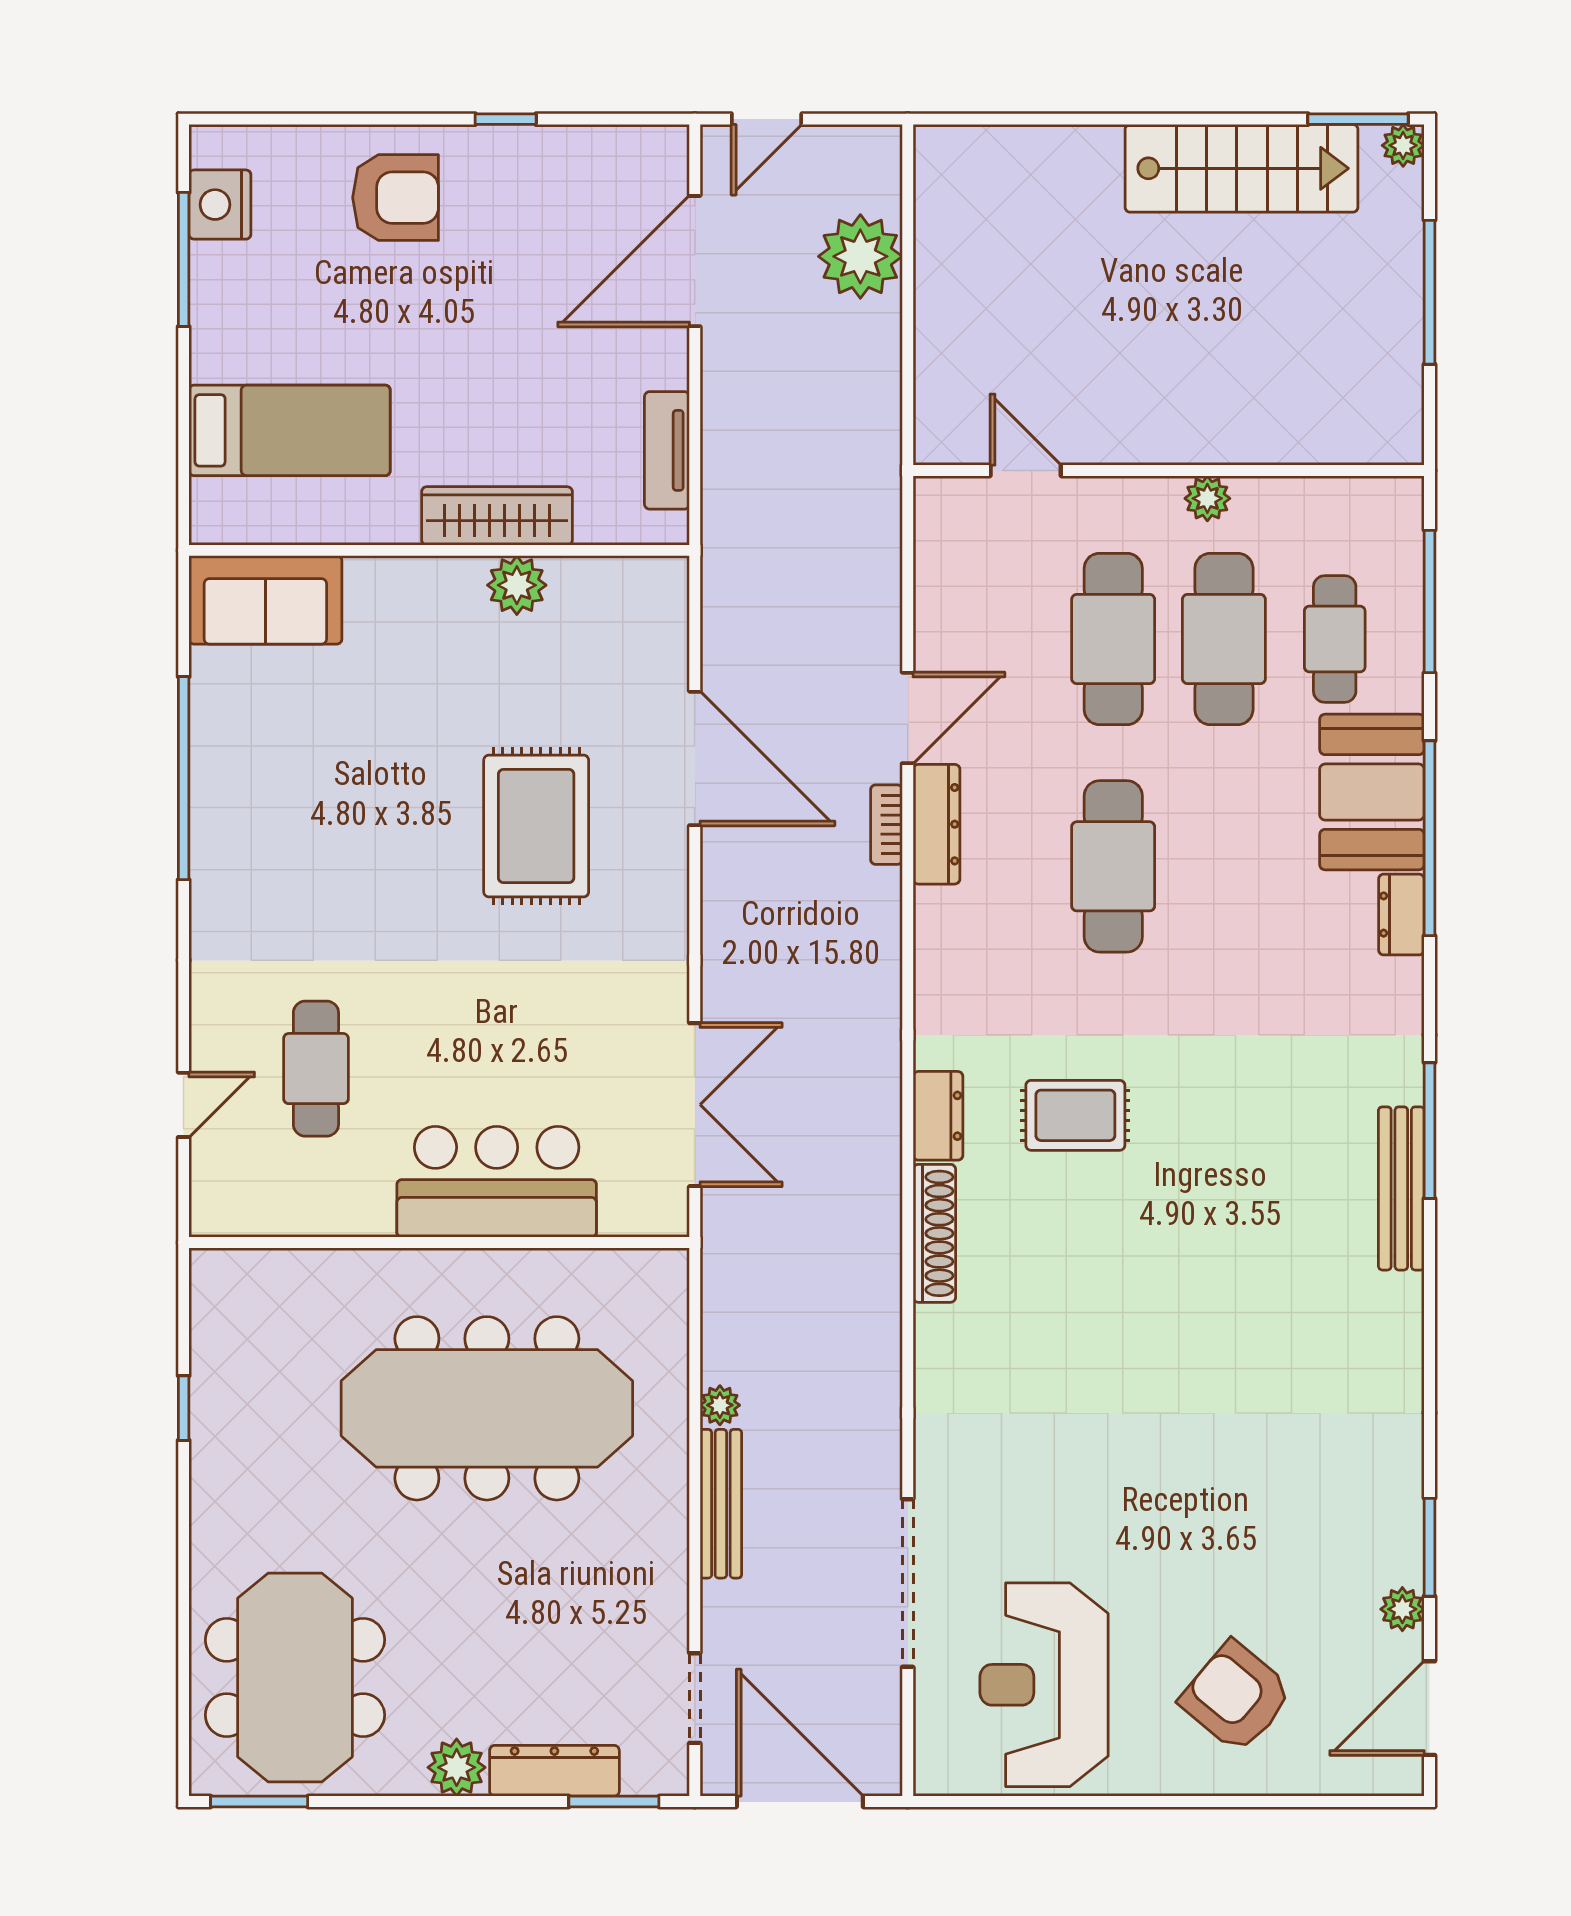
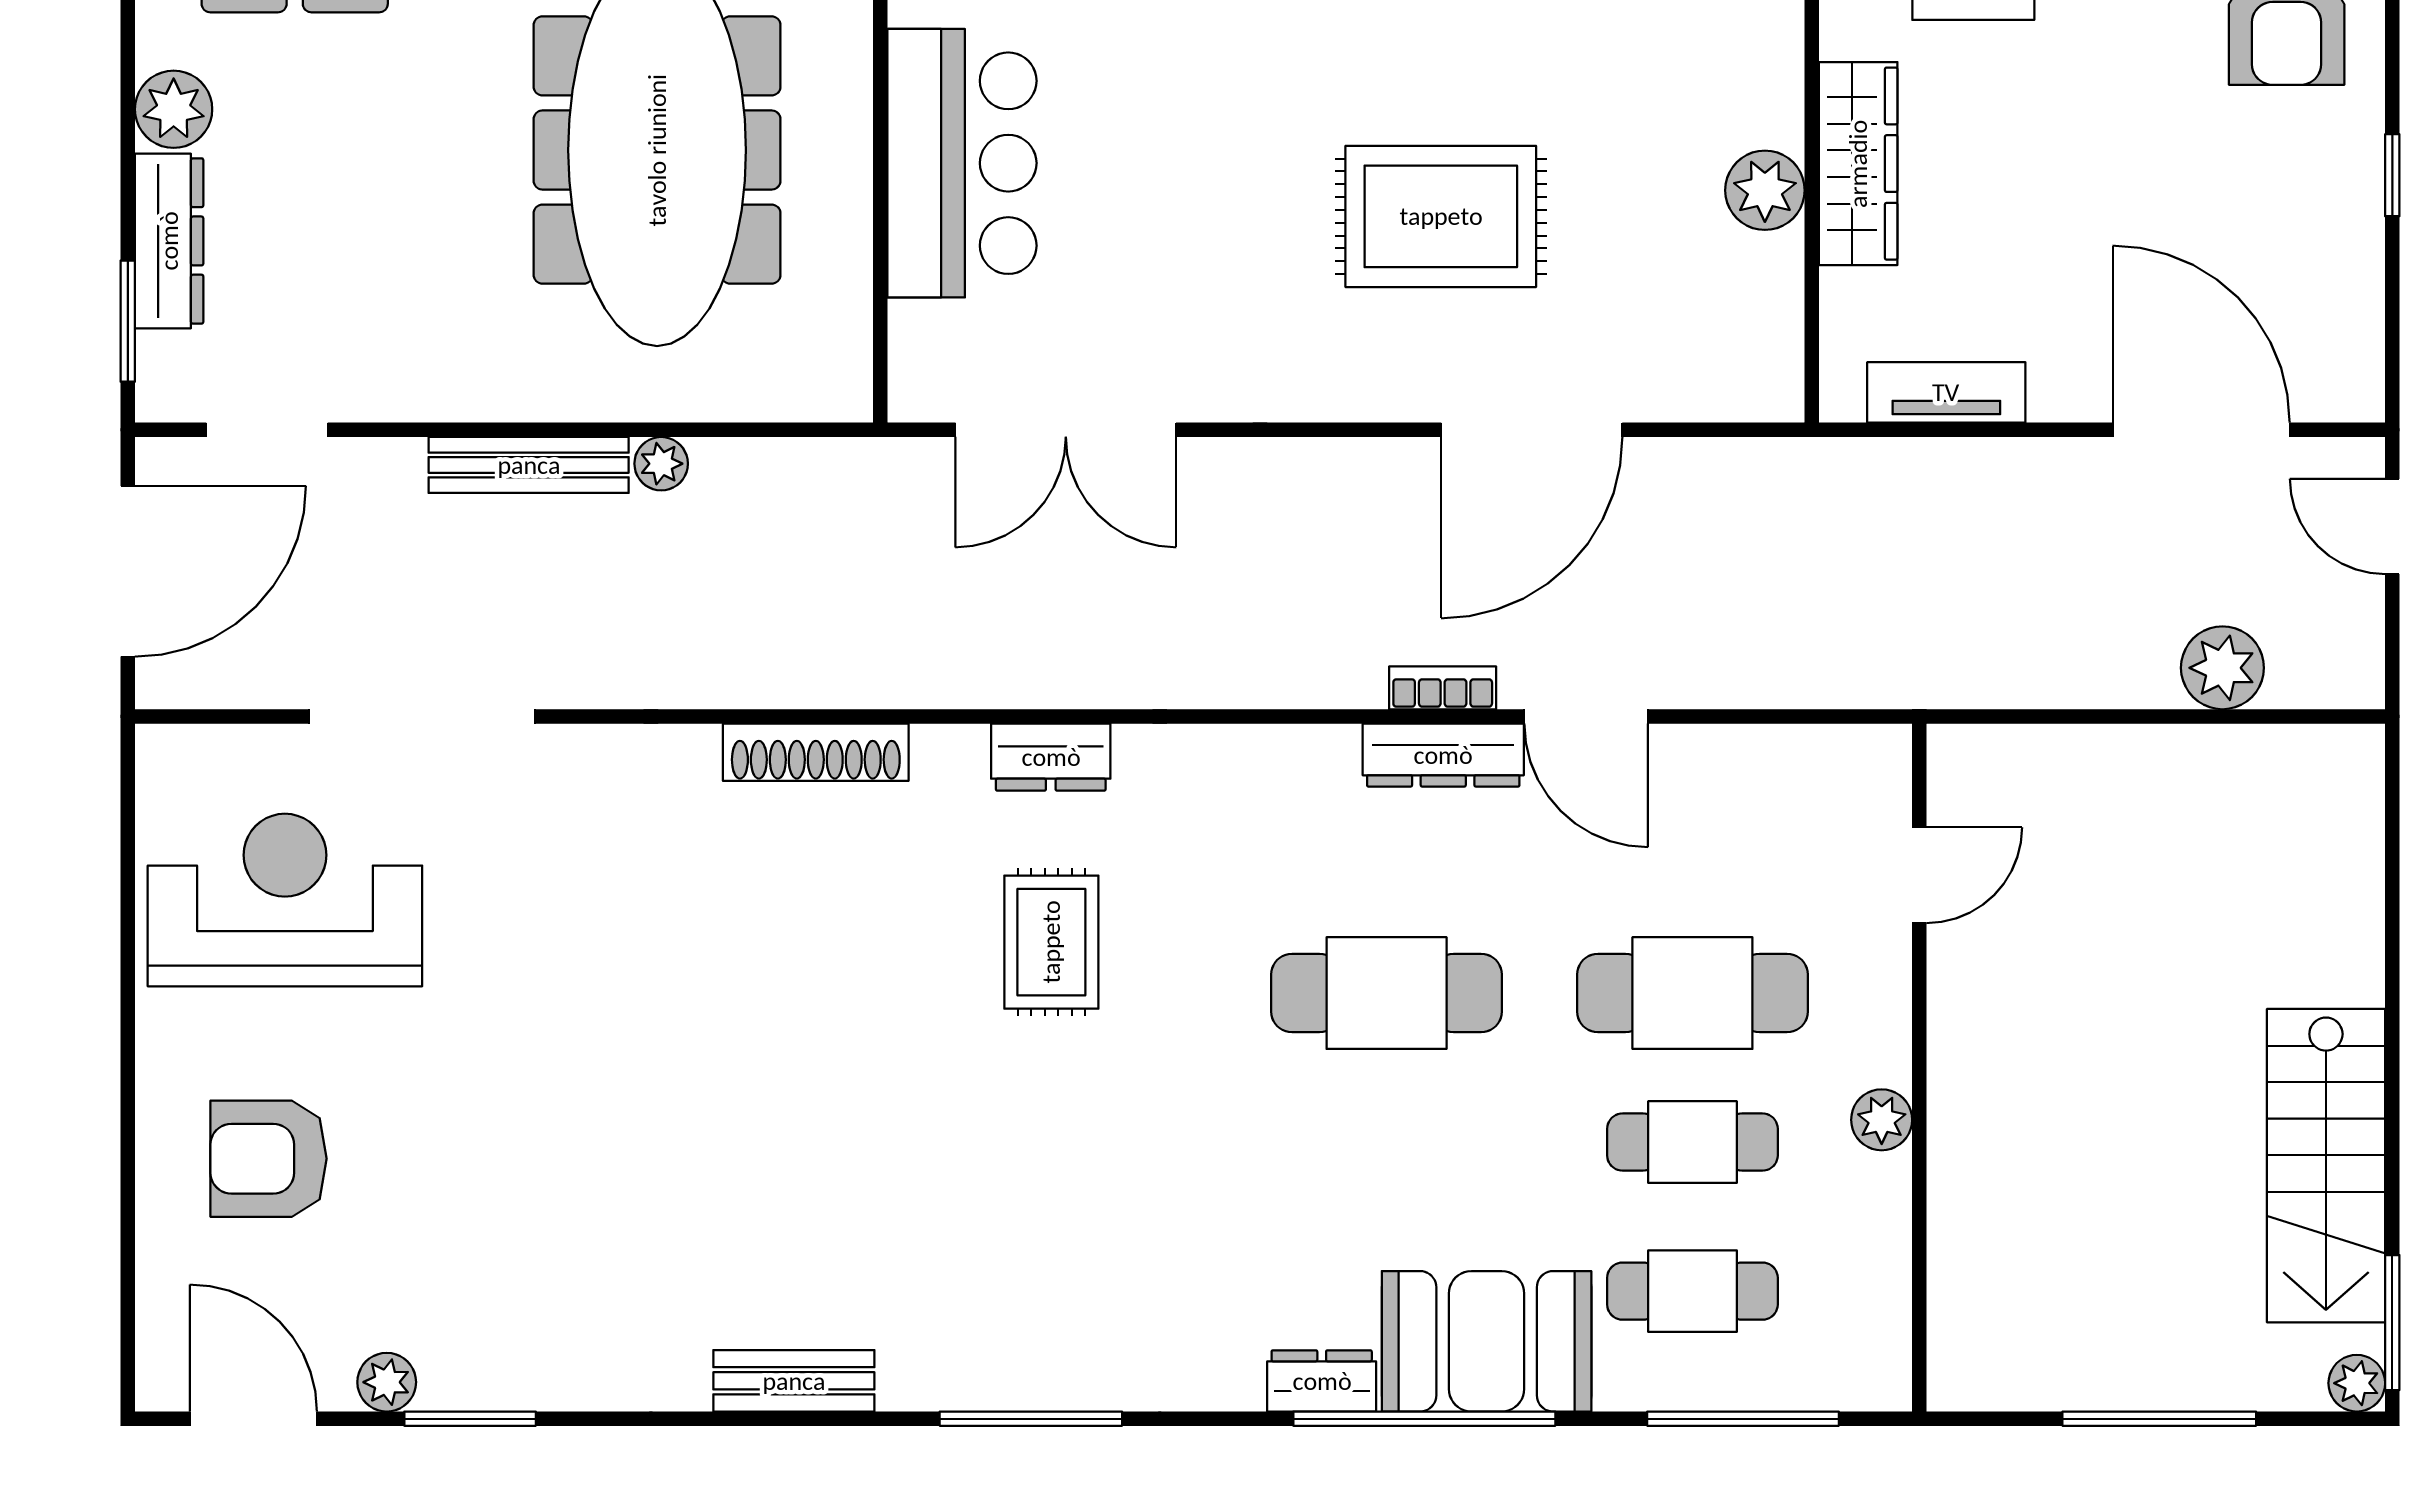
plant: (860, 256) -> (2222, 668), width x0.73, depth x0.73
cafe table: (1224, 639) -> (1692, 1142), width x0.73, depth x0.74
bench: (1401, 1188) -> (794, 1381), moved, width x0.73
shoe rack: (934, 1233) -> (816, 752), moved
armchair: (1236, 1697) -> (269, 1159), turned -130

